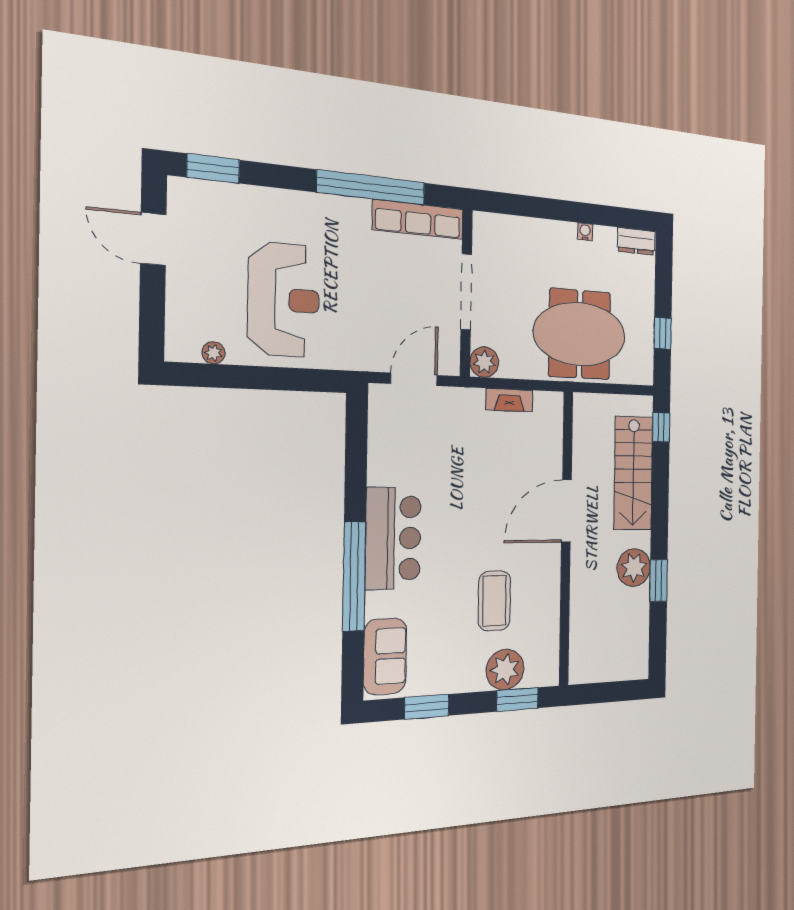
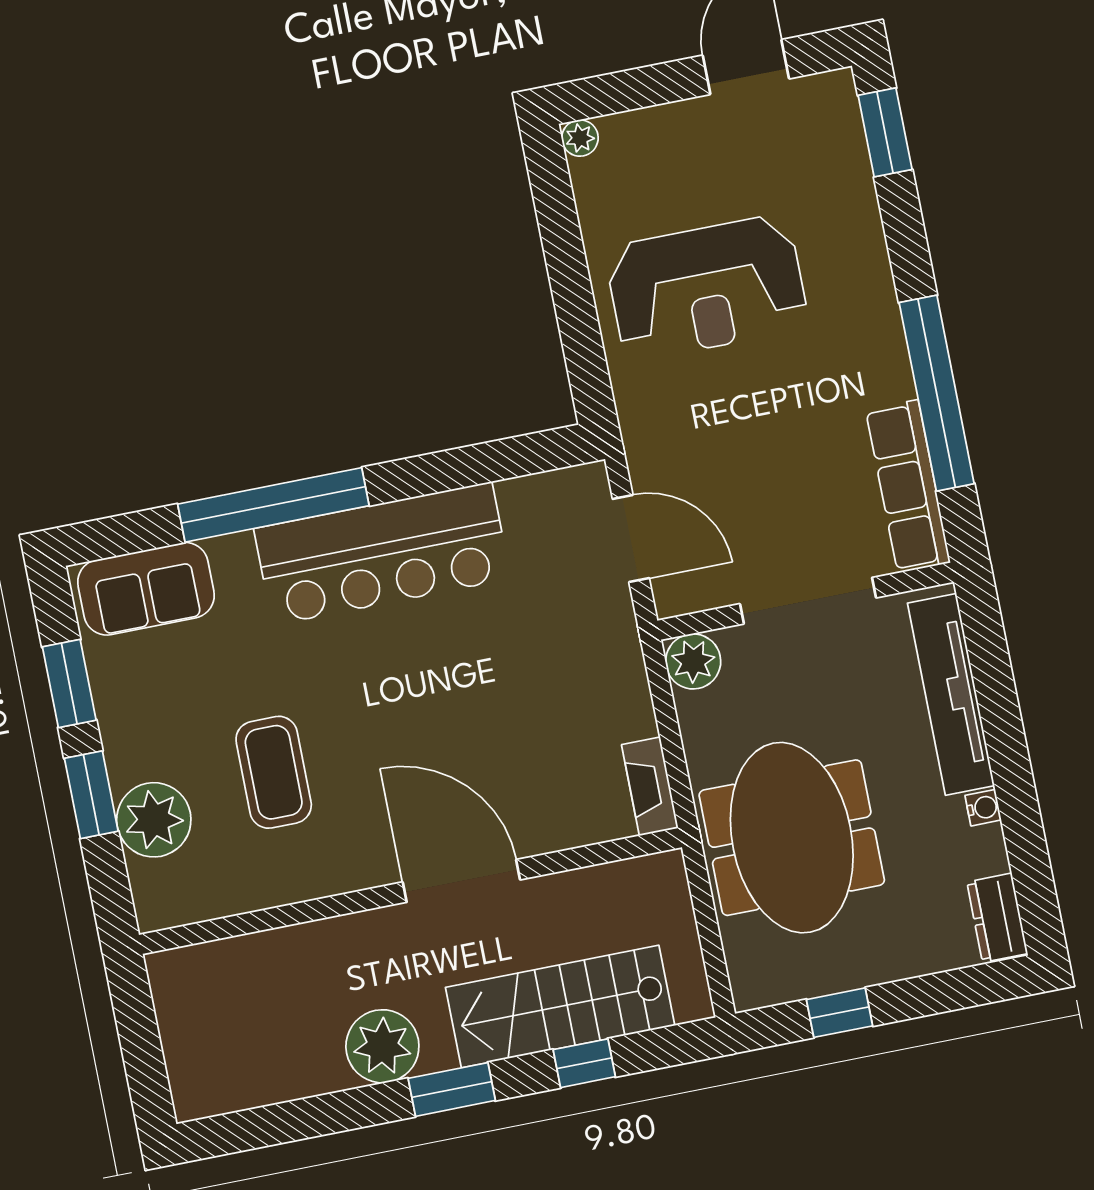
tv unit: (528, 230) -> (951, 694), added
plant: (214, 353) -> (580, 138), moved
fireplace: (509, 400) -> (650, 786), moved
window: (661, 427) -> (584, 1063), moved
bar counter: (393, 538) -> (382, 554), width x1.36
window: (659, 581) -> (452, 1089), moved
coffee table: (494, 601) -> (274, 772), turned 90
window: (517, 699) -> (91, 795), moved

